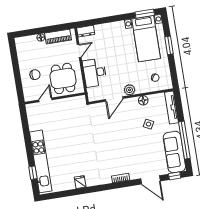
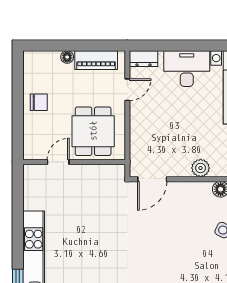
desk: (95, 73) -> (187, 69), moved, turned 90
chair: (35, 75) -> (39, 102), moved
door: (114, 99) -> (152, 179), moved

